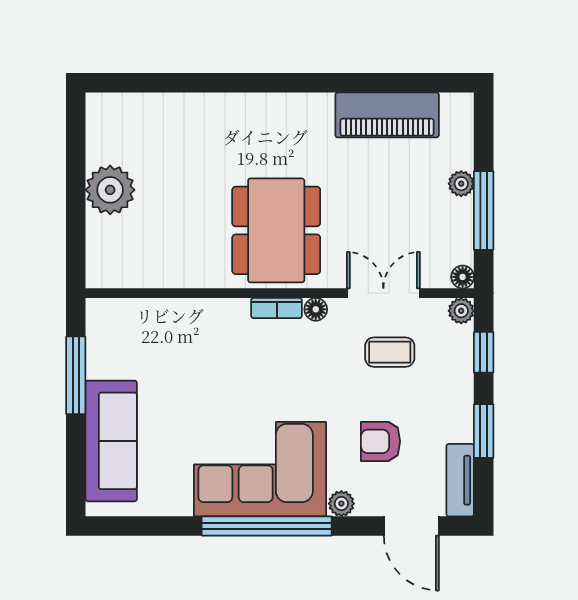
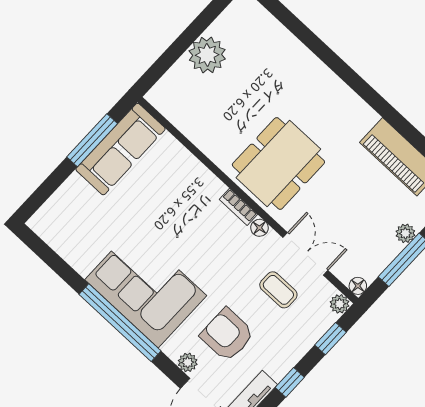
window: (484, 431) -> (290, 382), width x0.67
sofa: (111, 441) -> (120, 149), moved
armchair: (381, 441) -> (227, 335), width x1.38, depth x1.38
plant: (341, 504) -> (188, 362), moved

